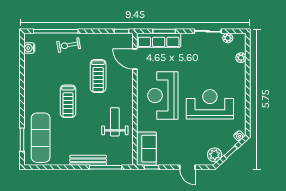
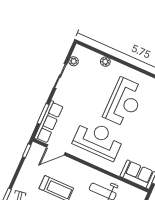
plant: (241, 58) -> (105, 62), moved
reception desk: (163, 95) -> (98, 140), turned 180
reception desk: (210, 104) -> (124, 102), turned 180

